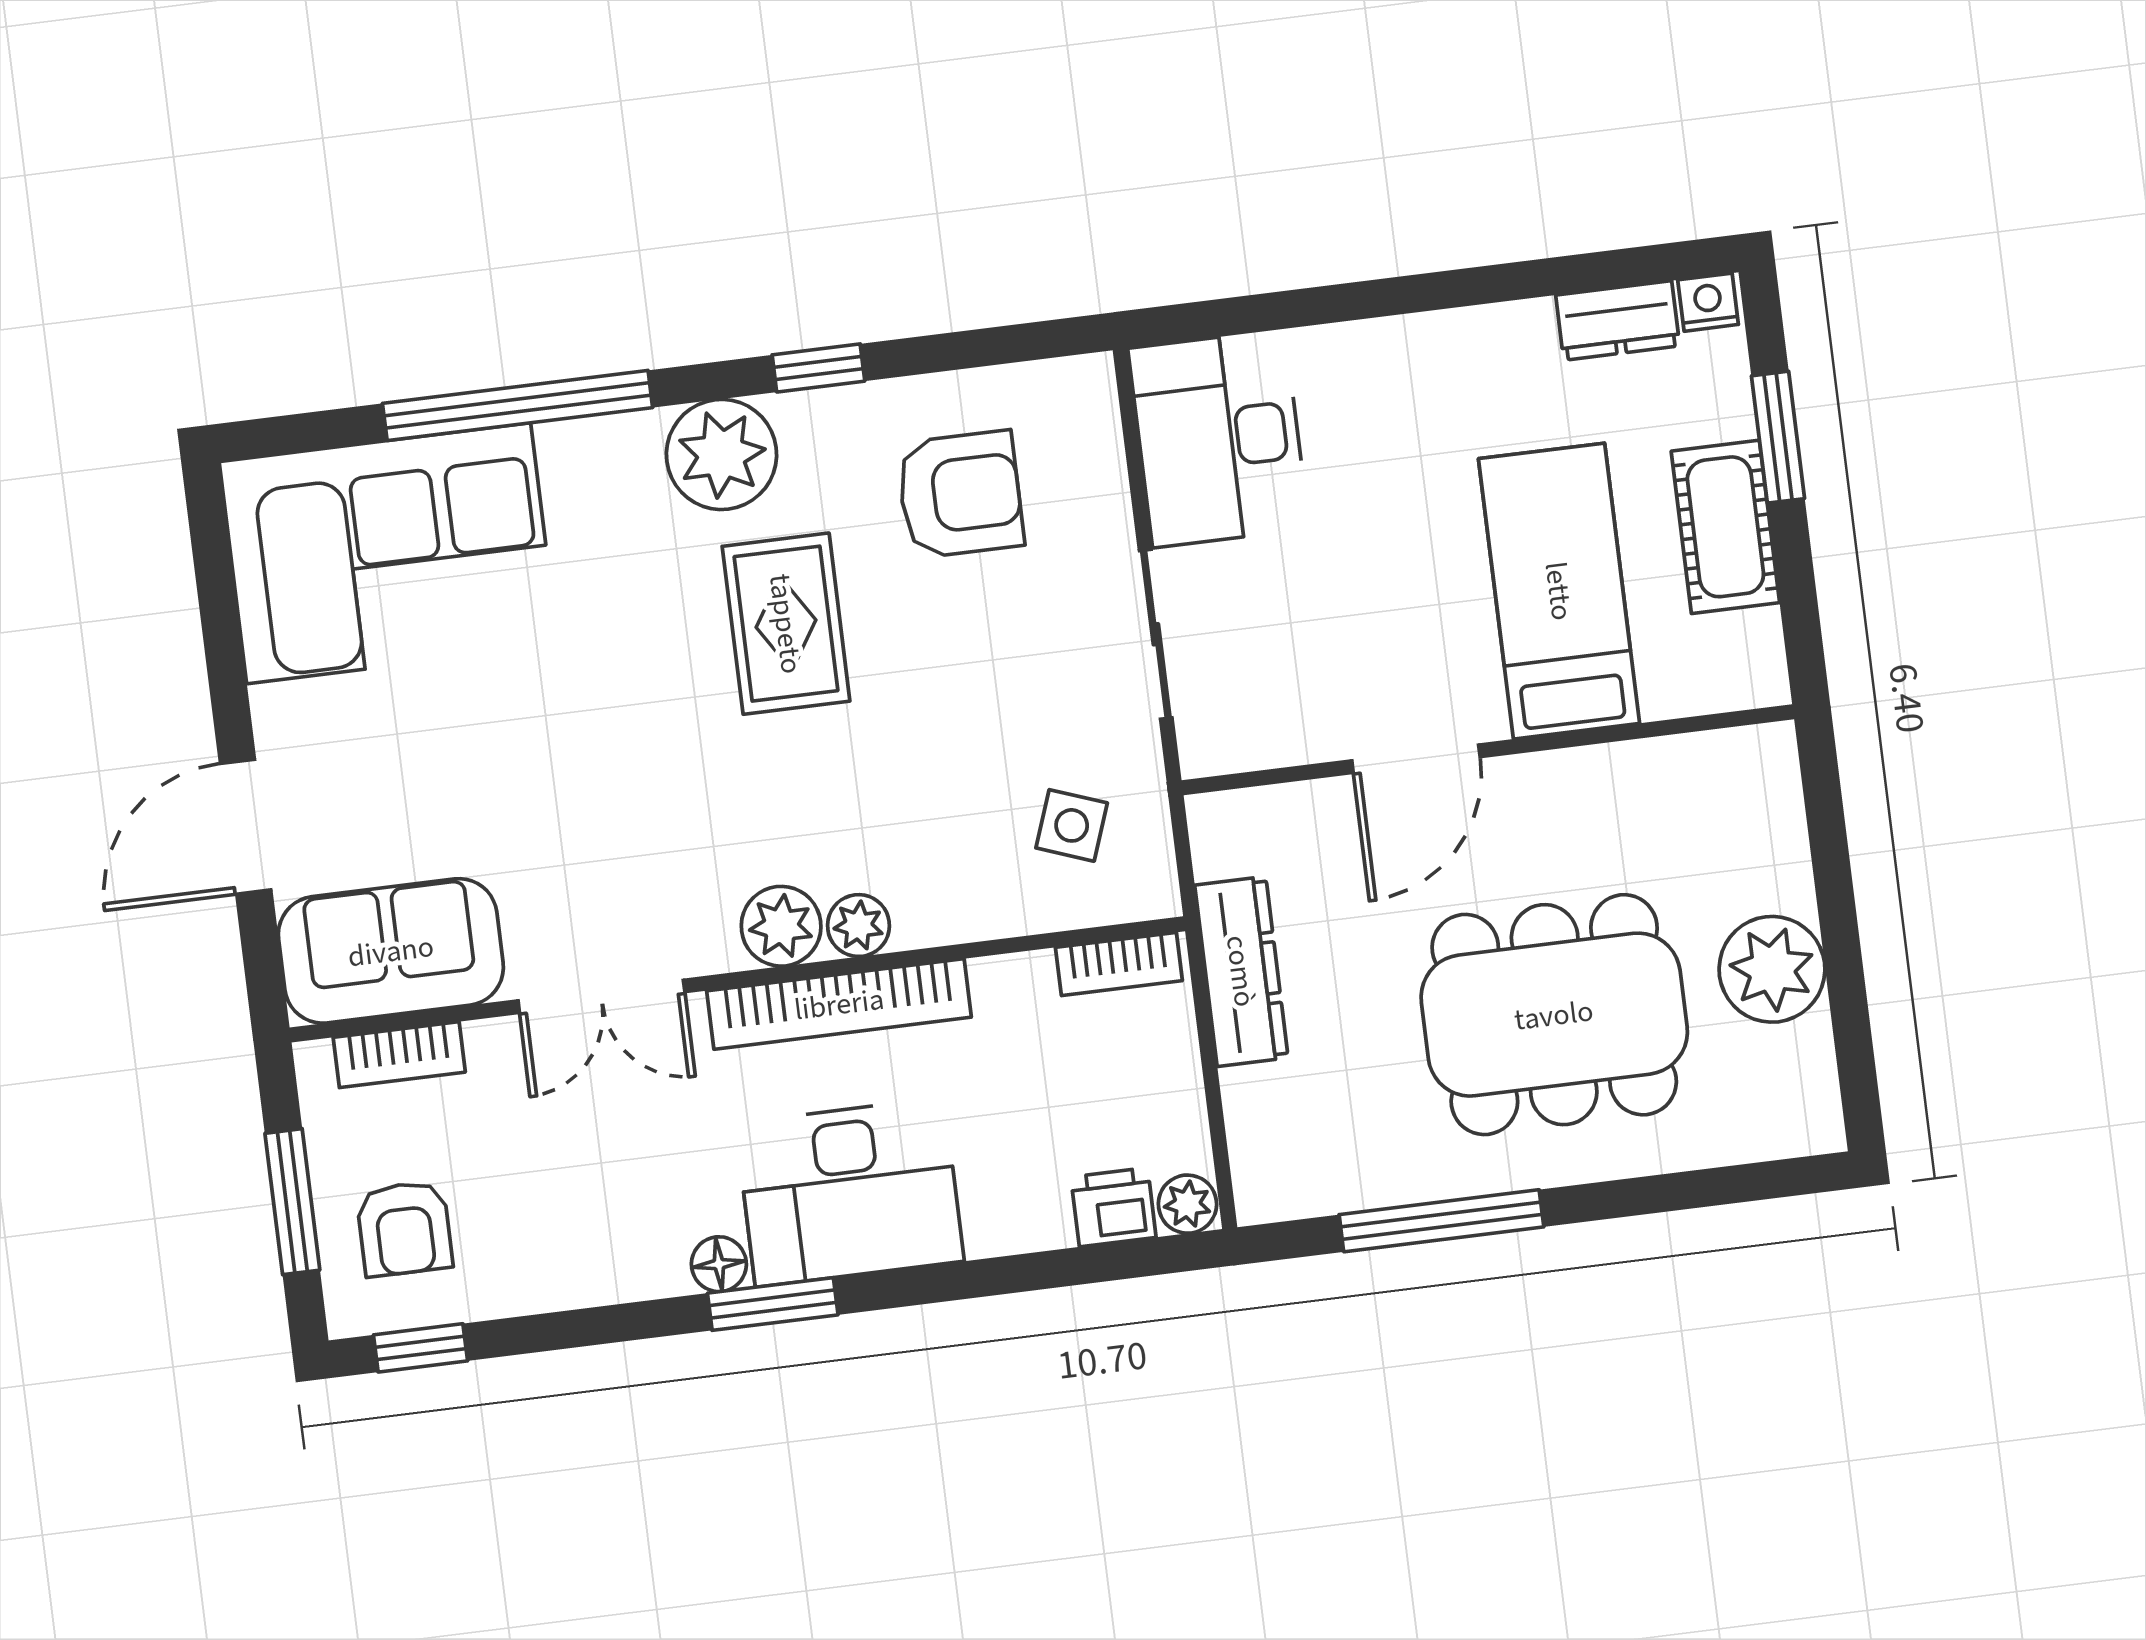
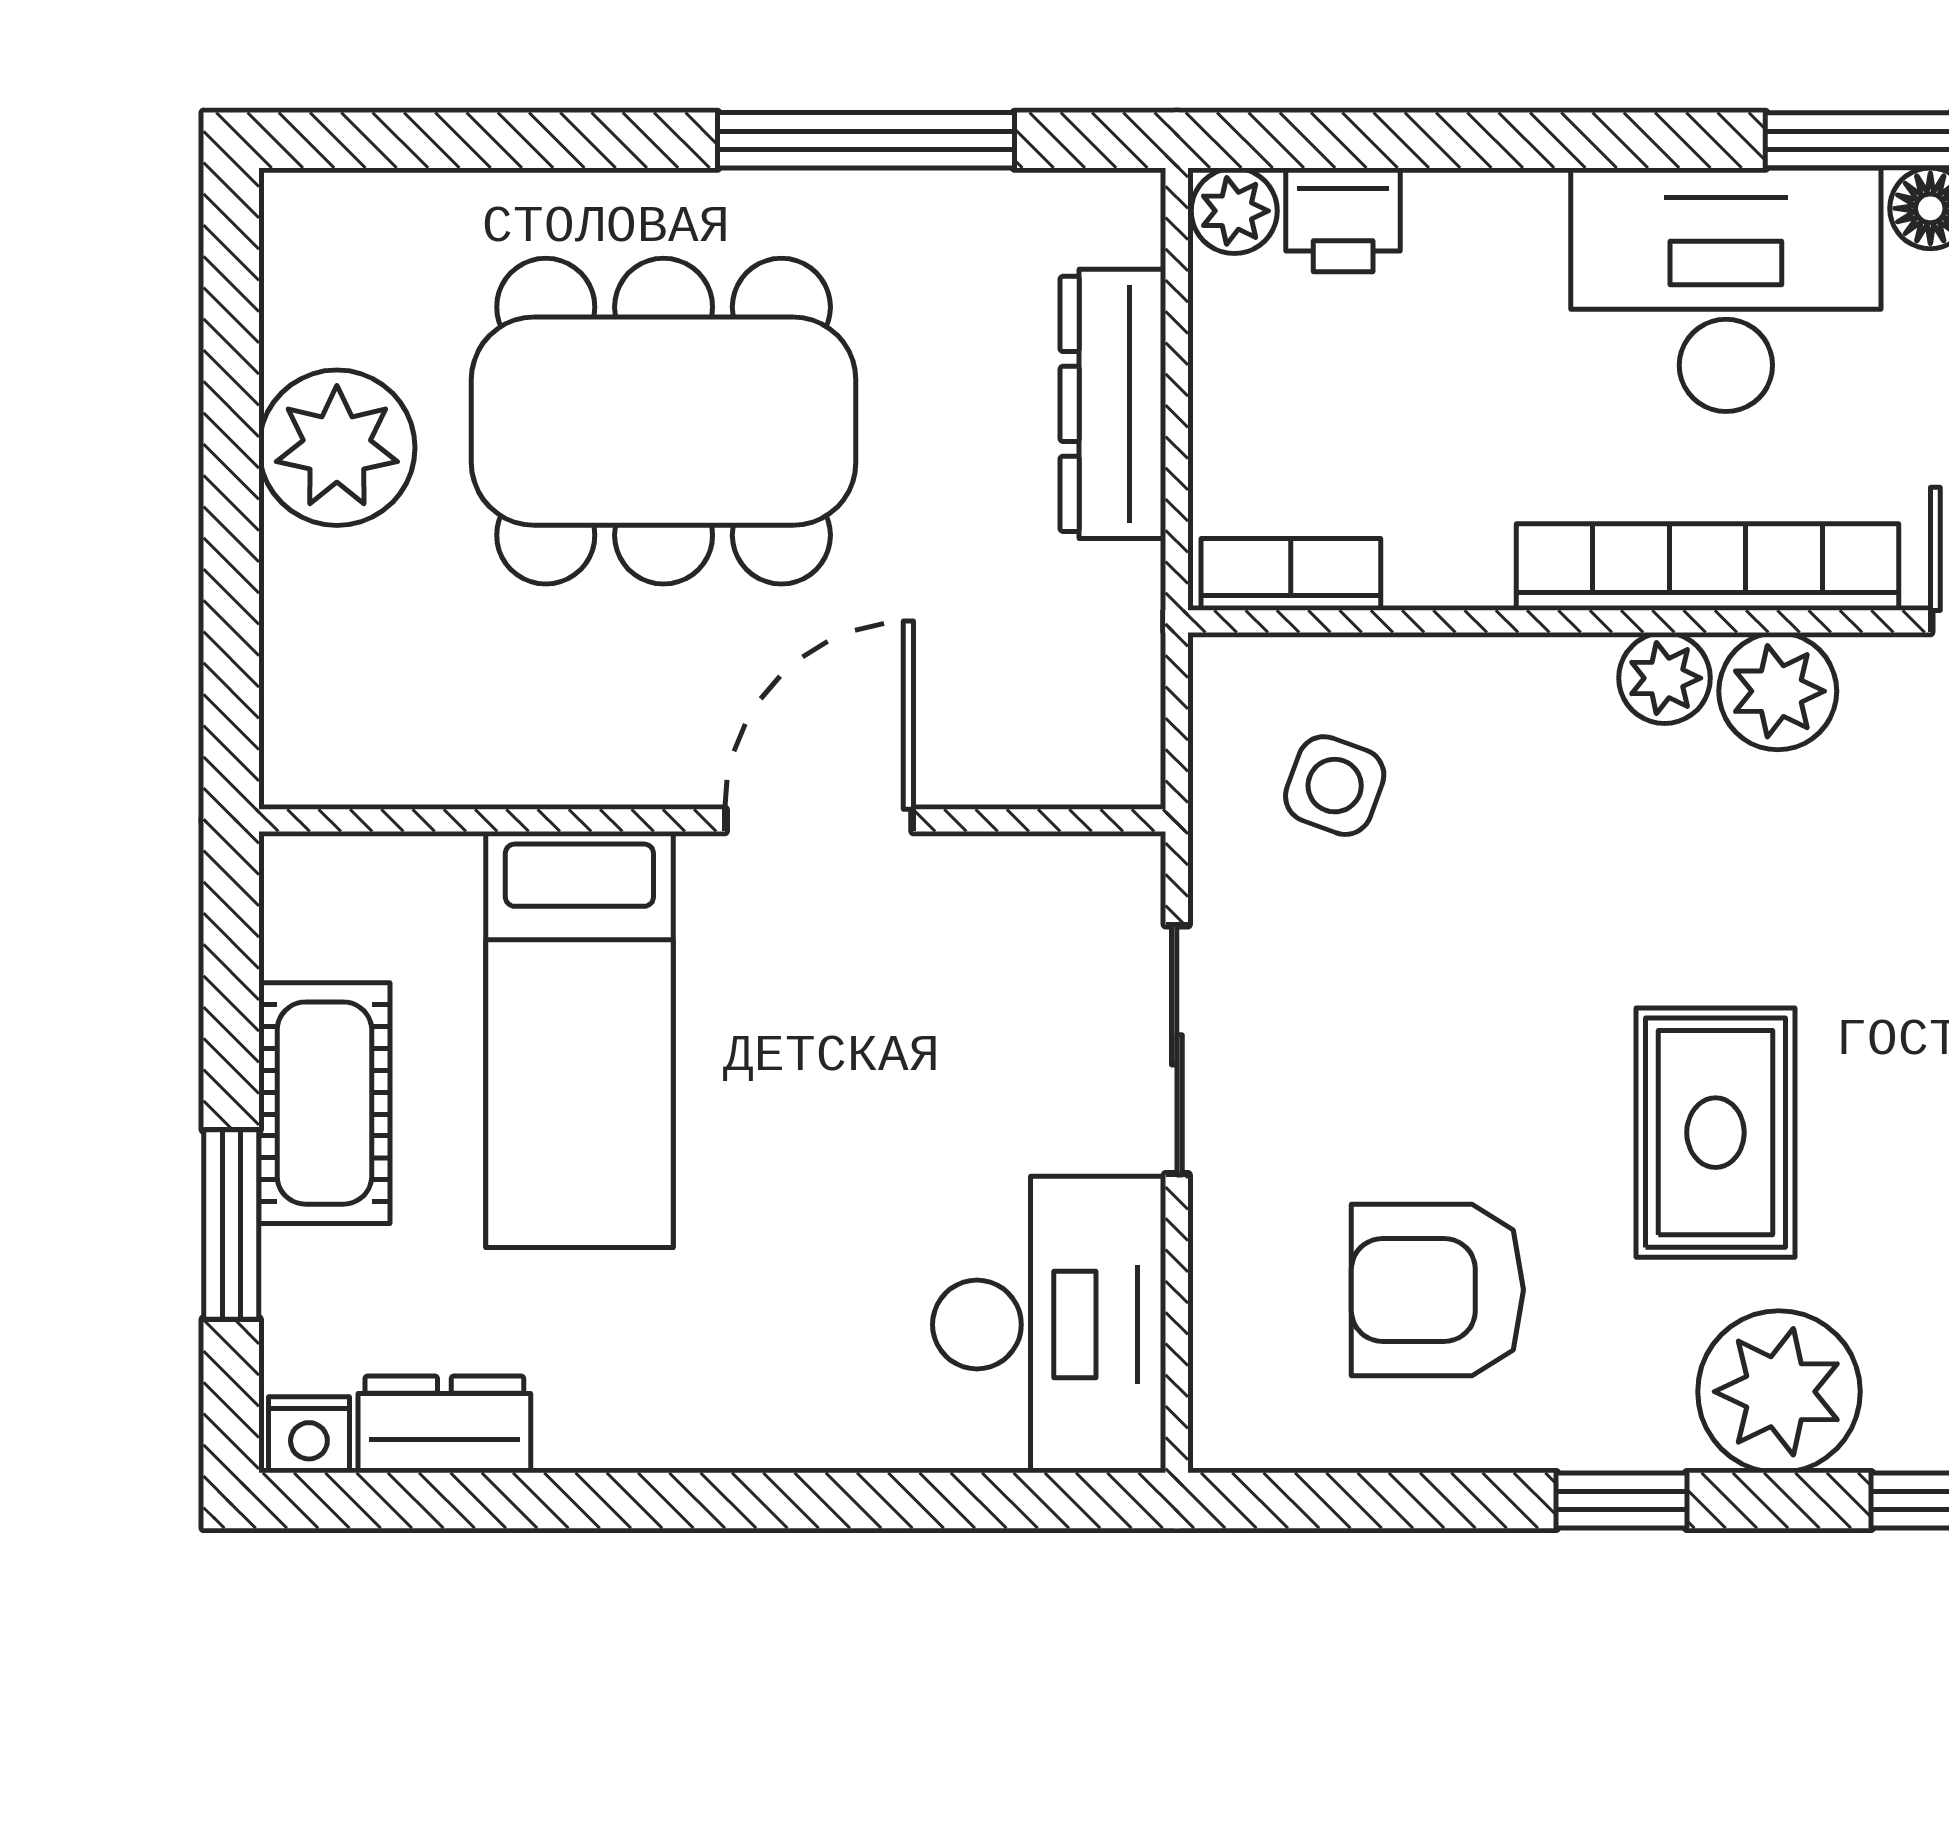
dresser: (1241, 971) -> (1113, 404), moved

